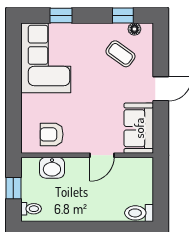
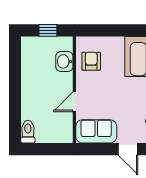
door: (102, 155) -> (74, 102), hinge flipped
toilet: (31, 209) -> (31, 45), removed

